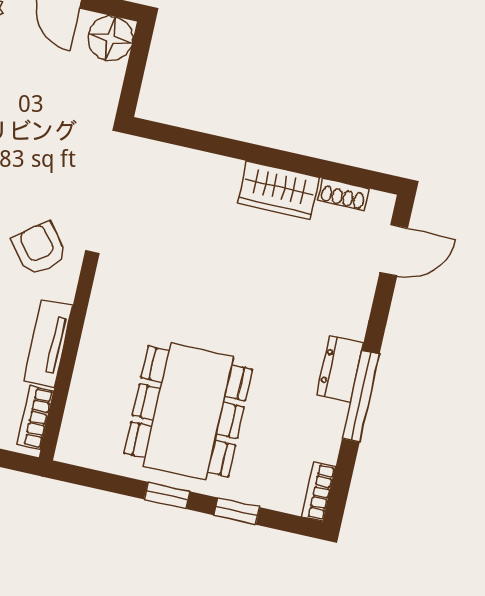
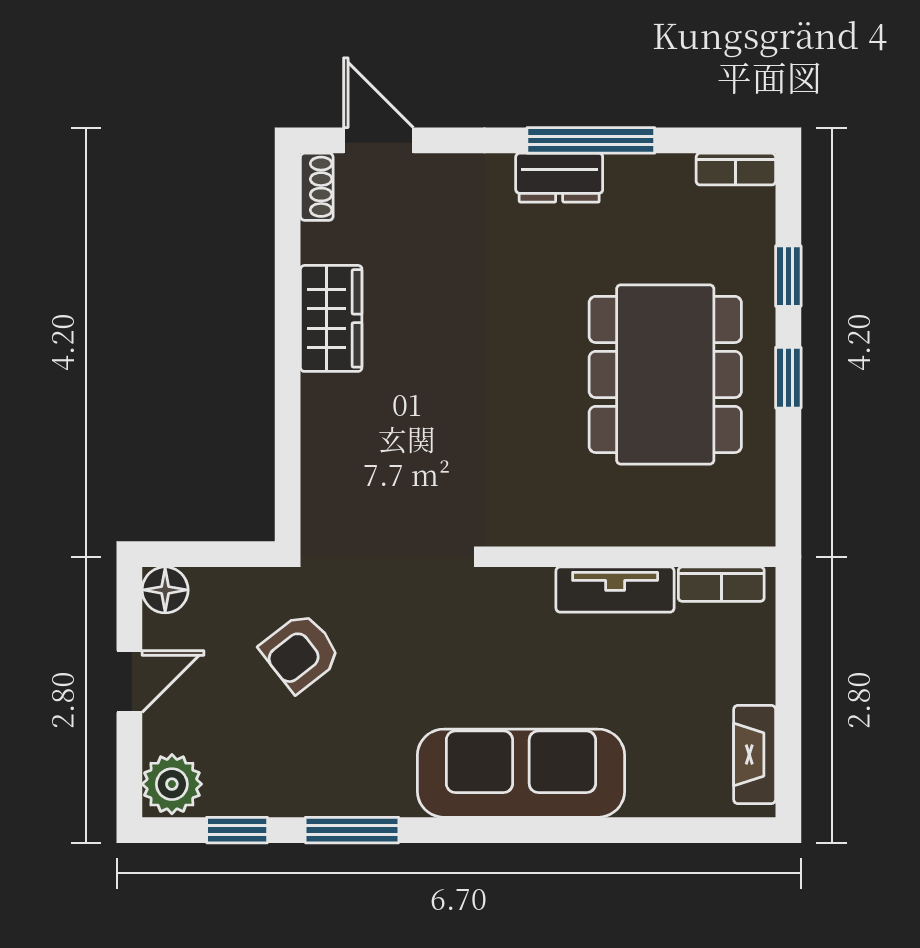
floor lamp: (110, 38) -> (165, 590), width x0.73, depth x0.73
shoe rack: (343, 194) -> (317, 187), moved
armchair: (39, 249) -> (300, 652), moved
dining table: (188, 411) -> (665, 374), turned 90

